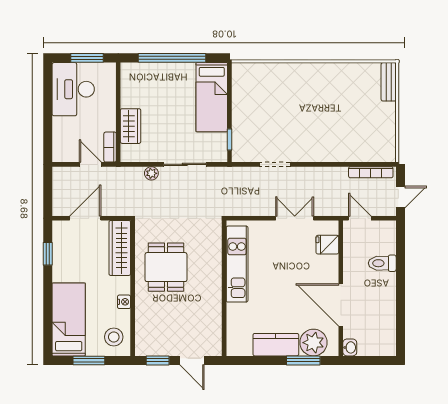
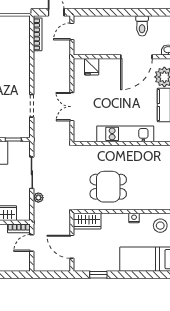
double door: (295, 218) -> (72, 107), moved
door: (360, 218) -> (72, 31), moved
wardrobe: (120, 248) -> (87, 221), width x0.67
toilet: (382, 263) -> (142, 26), moved
kitchen unit: (237, 264) -> (125, 134), moved

